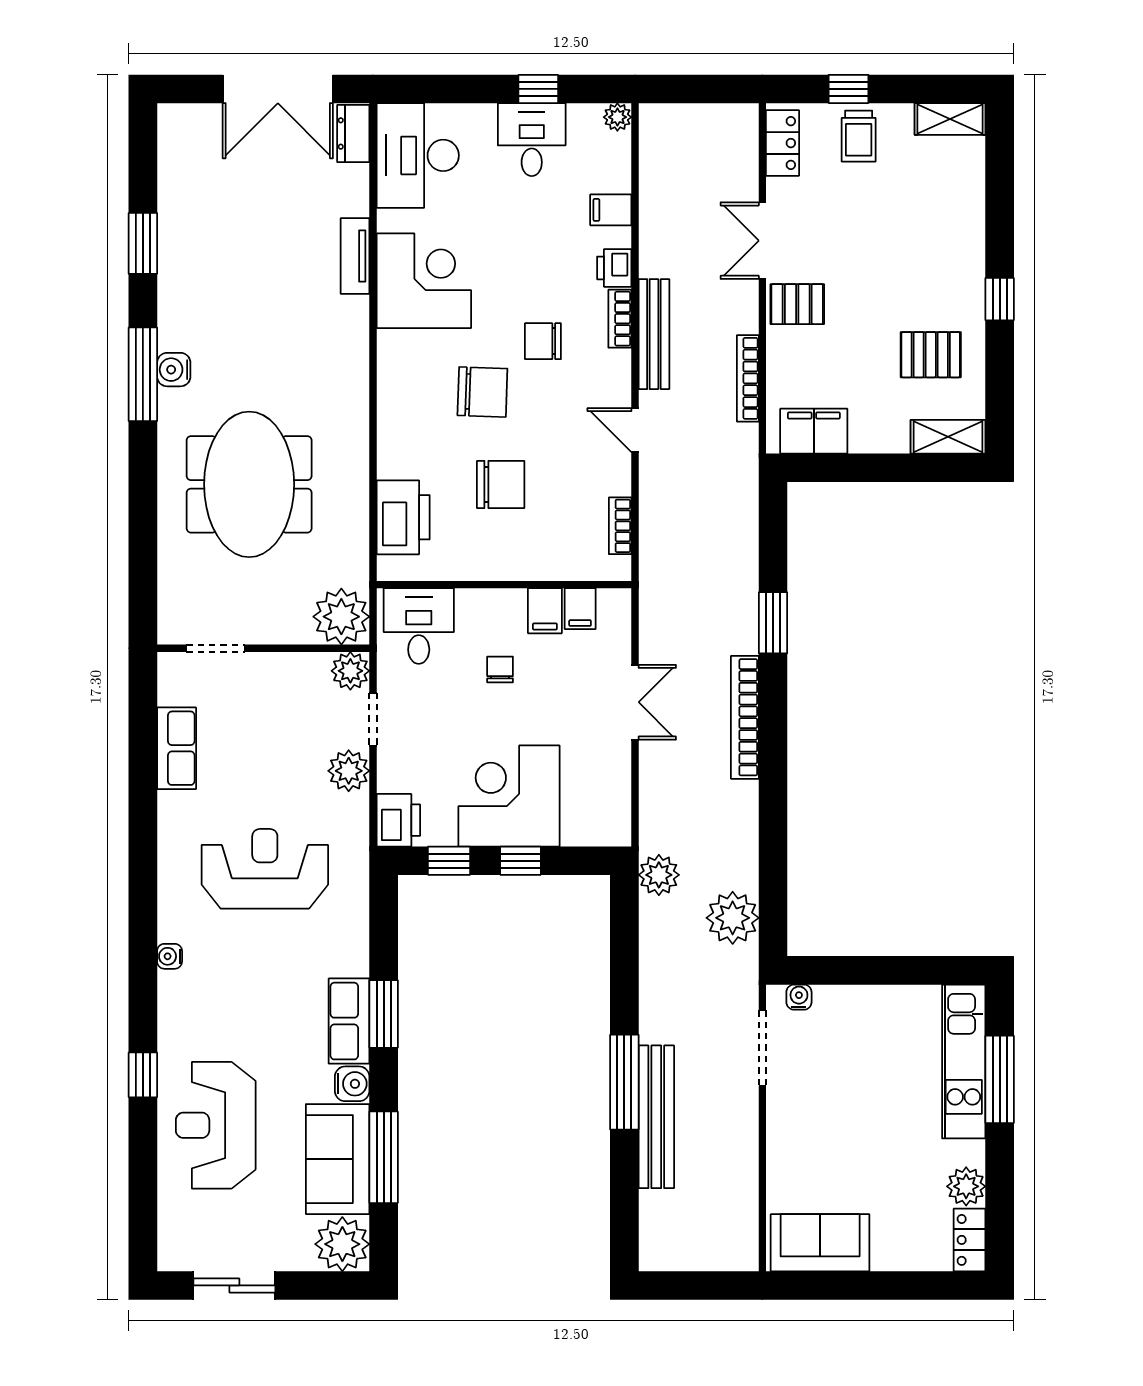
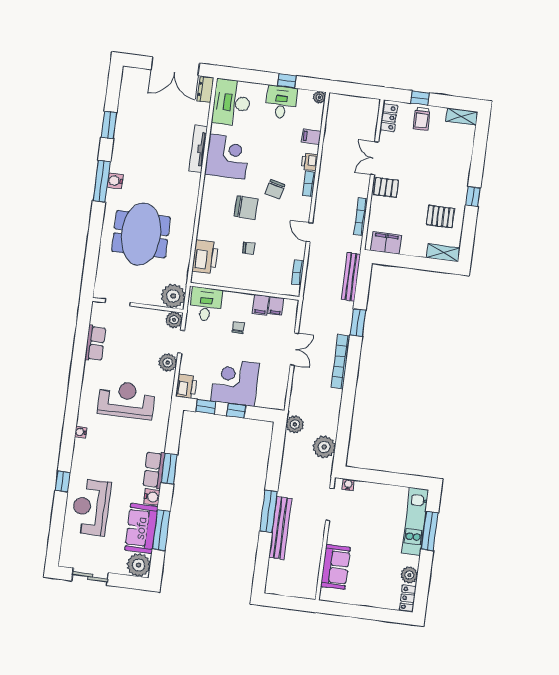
tv unit: (355, 256) -> (198, 149), width x1.41
bench: (654, 334) -> (351, 277), moved
chair: (543, 341) -> (275, 189), turned -76
chair: (501, 484) -> (249, 248), width x0.54, depth x0.54
sofa: (820, 1243) -> (335, 567), moved, turned 90

